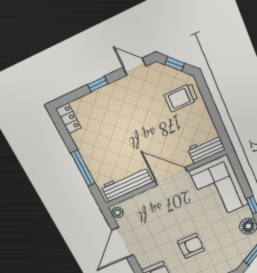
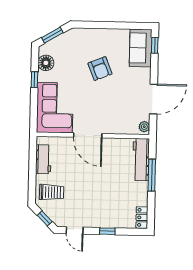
workbench: (206, 149) -> (43, 159), moved, turned -90
workbench: (127, 184) -> (141, 160), moved, turned 90
armchair: (191, 246) -> (100, 69), turned -112

